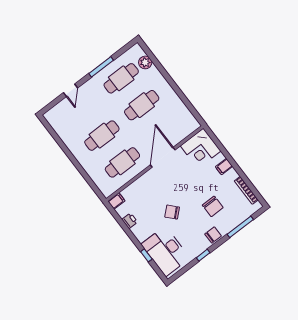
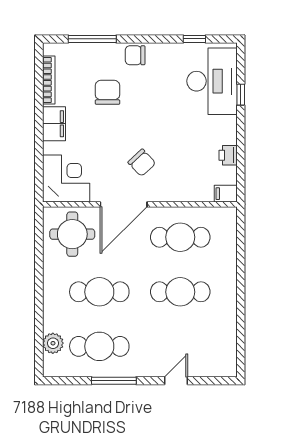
round table: (177, 123) -> (72, 234), added
filing cabinet: (224, 167) -> (54, 124), width x2.00
chair: (172, 212) -> (142, 163), moved
window: (203, 255) -> (194, 39), moved

